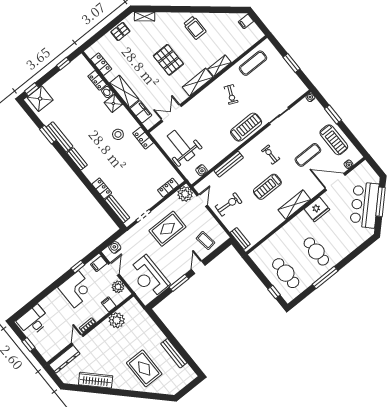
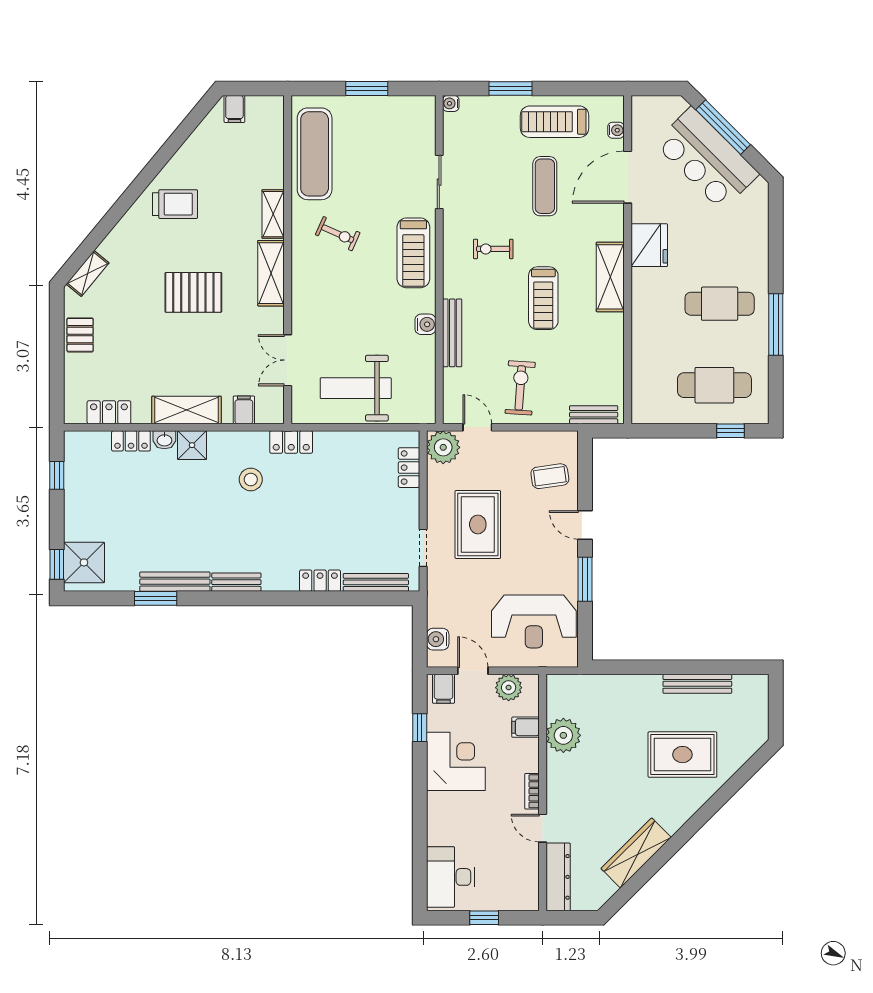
exercise mat: (253, 63) -> (315, 154), width x1.36, depth x1.45
filing cabinet: (141, 112) -> (244, 410), width x0.50
treadmill: (246, 127) -> (413, 253), turned 180
treadmill: (334, 140) -> (554, 122), turned 180
water cooler: (201, 170) -> (425, 324), moved

